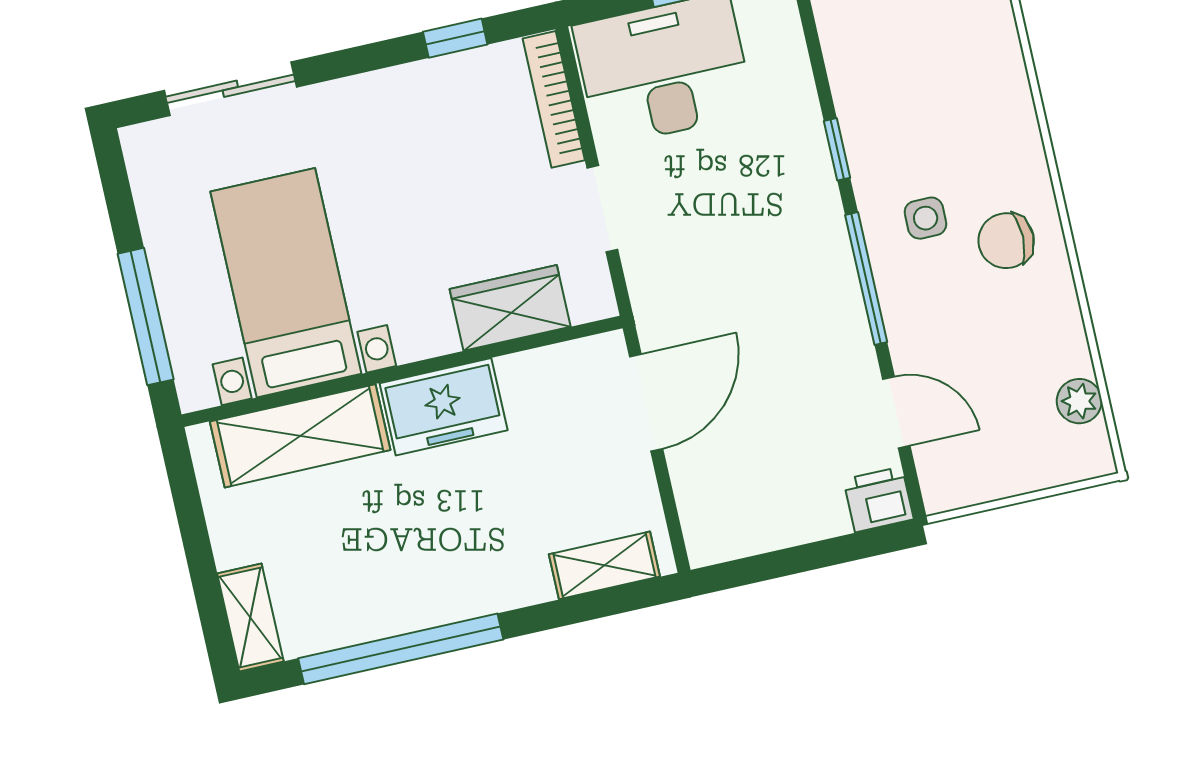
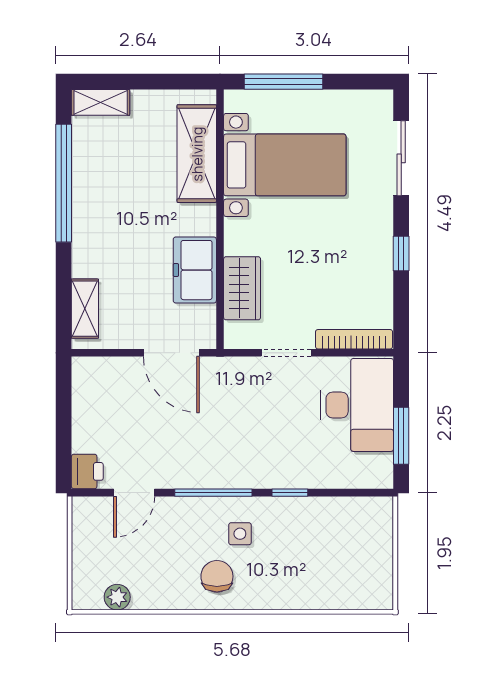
window: (455, 38) -> (401, 254), moved
freezer: (444, 407) -> (195, 270), moved

